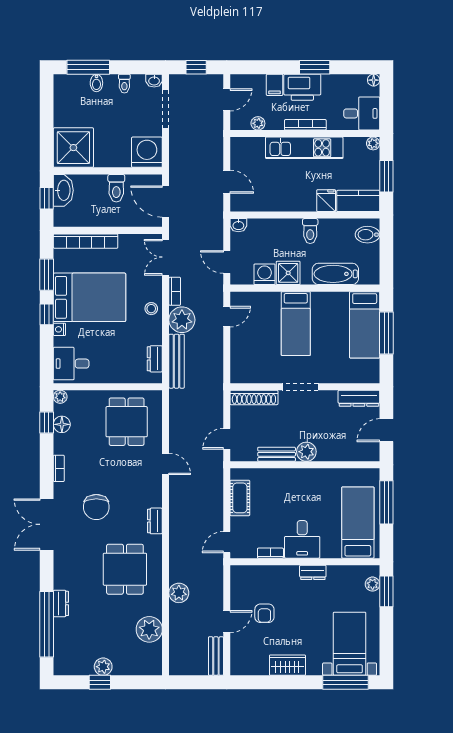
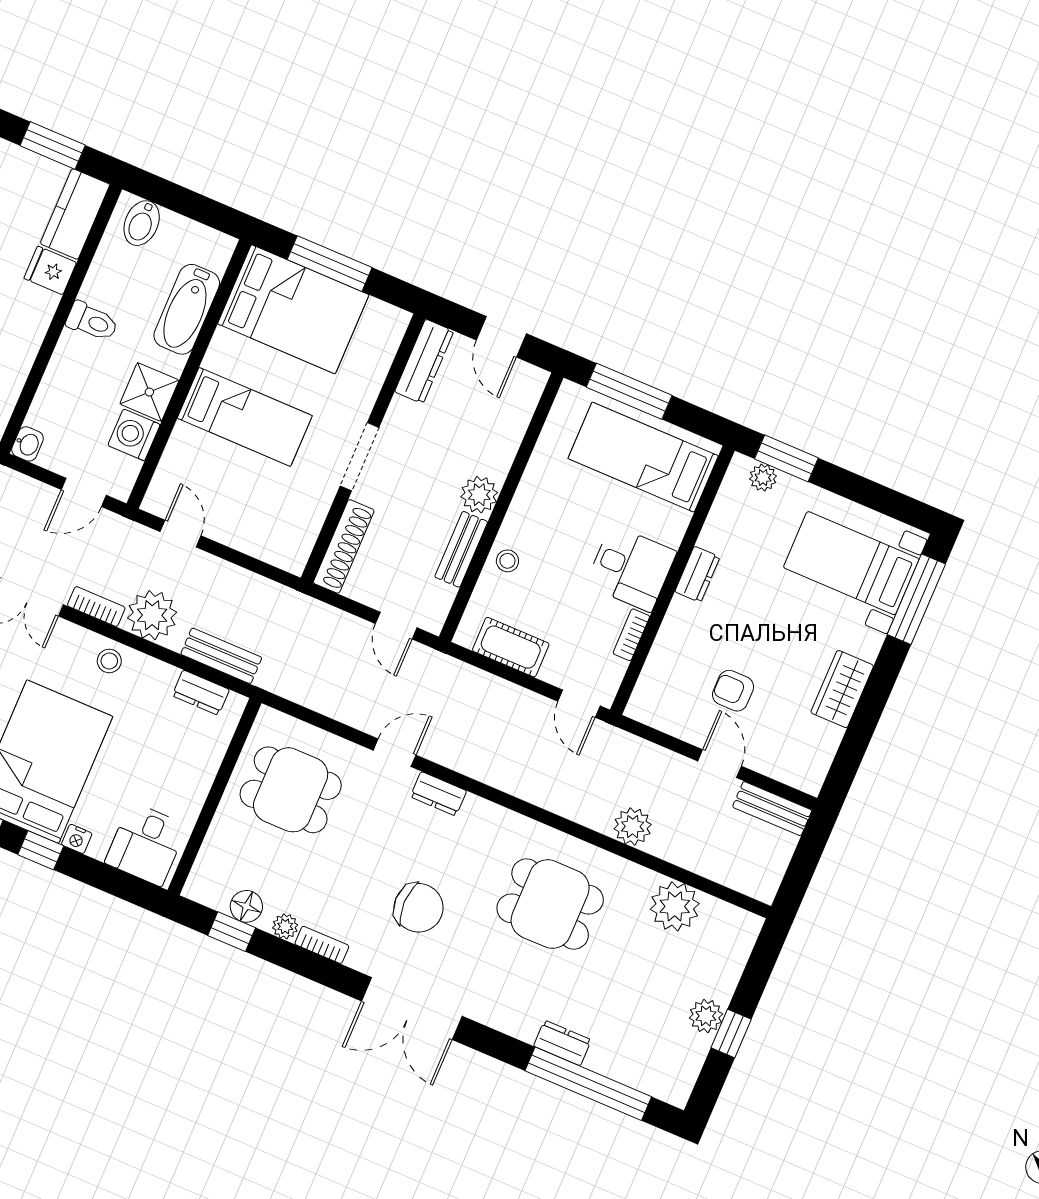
bed: (365, 325) -> (293, 309), width x1.50
bench: (177, 361) -> (221, 656), width x0.73
plant: (60, 397) -> (285, 926), moved
stool: (280, 479) -> (507, 561), added
dresser: (155, 521) -> (438, 794), moved
armchair: (264, 613) -> (733, 691), turned 180

